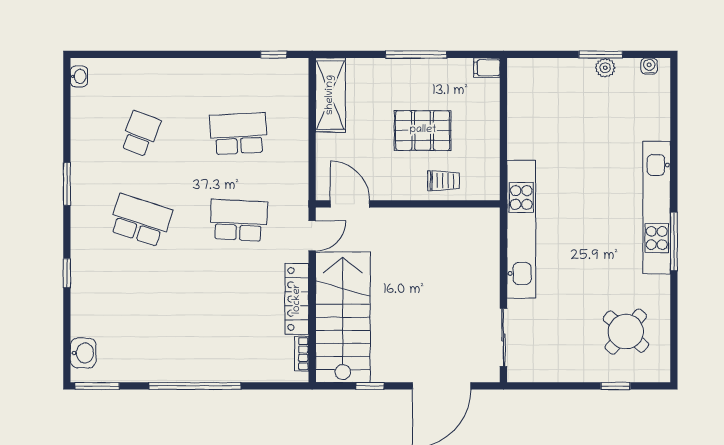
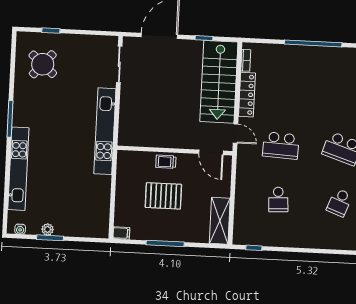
school desk: (239, 134) -> (278, 200), width x0.54
trolley: (443, 181) -> (166, 162), moved
kitchen unit: (657, 207) -> (18, 169), moved
door: (312, 236) -> (236, 134), swing flipped

